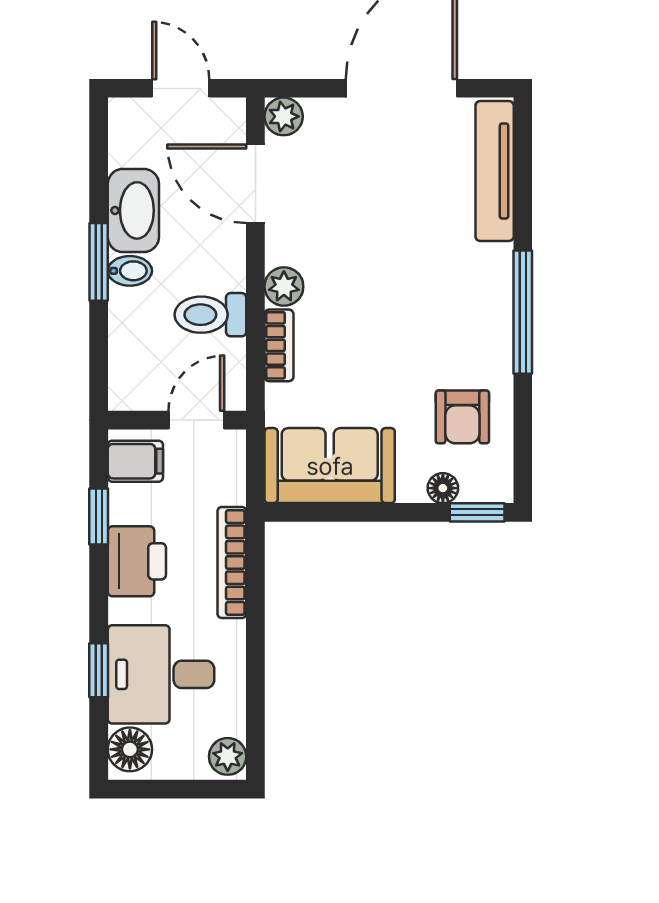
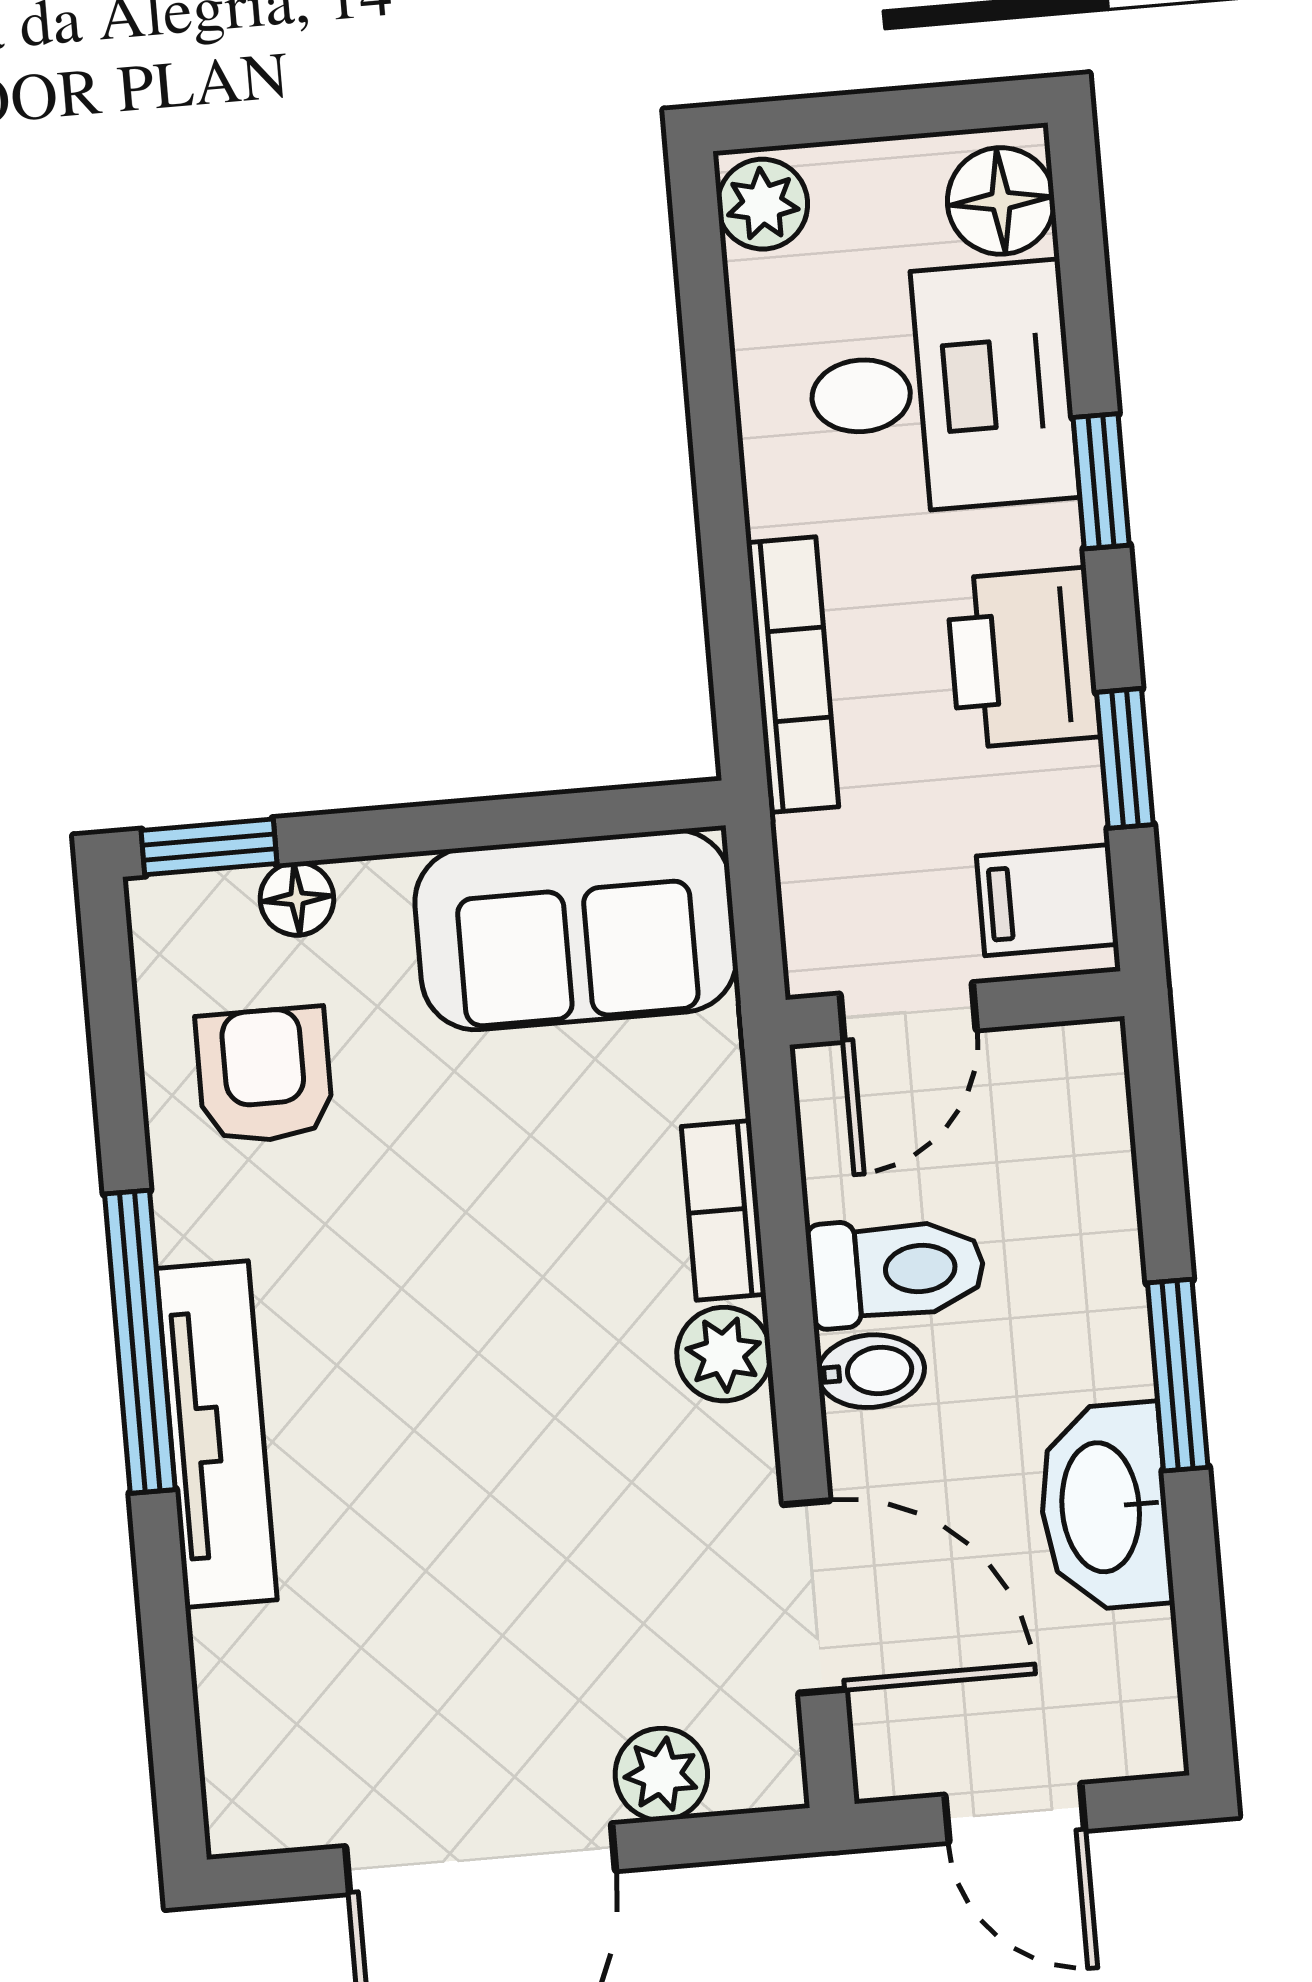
plant: (284, 116) -> (661, 1774), moved
tv unit: (495, 171) -> (217, 1434), moved
bidet: (130, 271) -> (871, 1371), moved, turned 180
window: (99, 670) -> (1101, 481), moved

